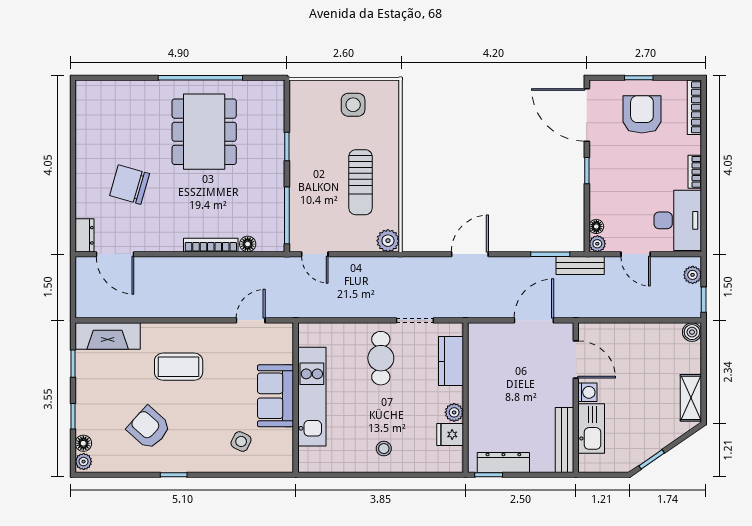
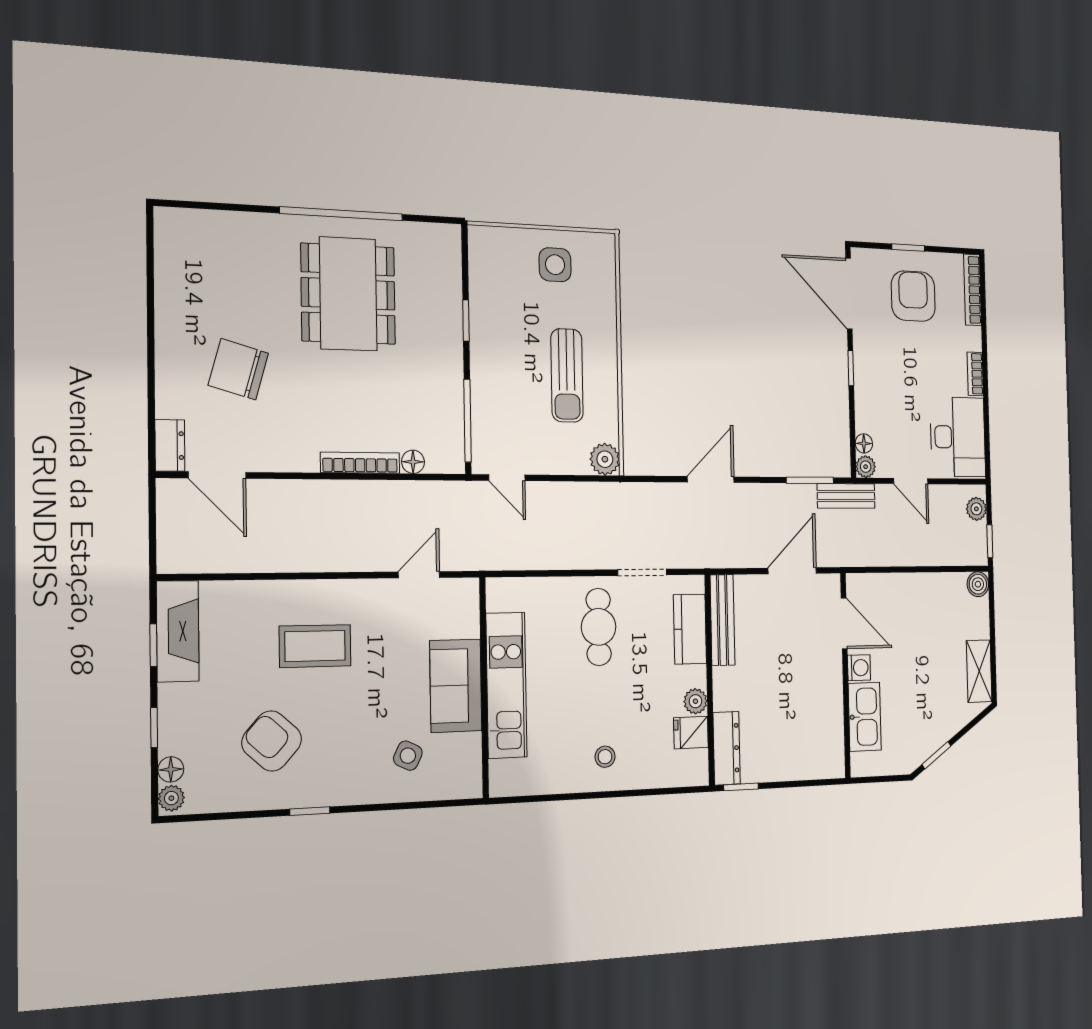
fireplace: (108, 336) -> (178, 631), moved, turned -90
bench: (564, 440) -> (723, 620), moved
dresser: (503, 462) -> (727, 748), moved, turned 90

